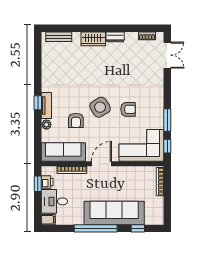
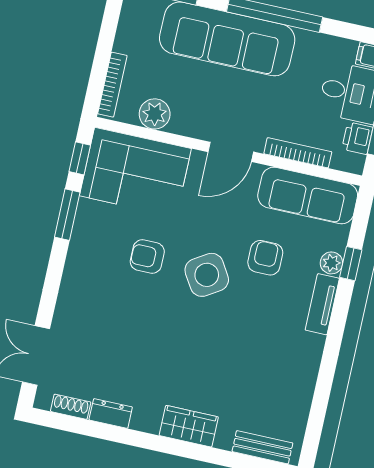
dresser: (115, 37) -> (111, 413), moved
window: (38, 103) -> (351, 264), moved
plant: (139, 173) -> (155, 114), added

